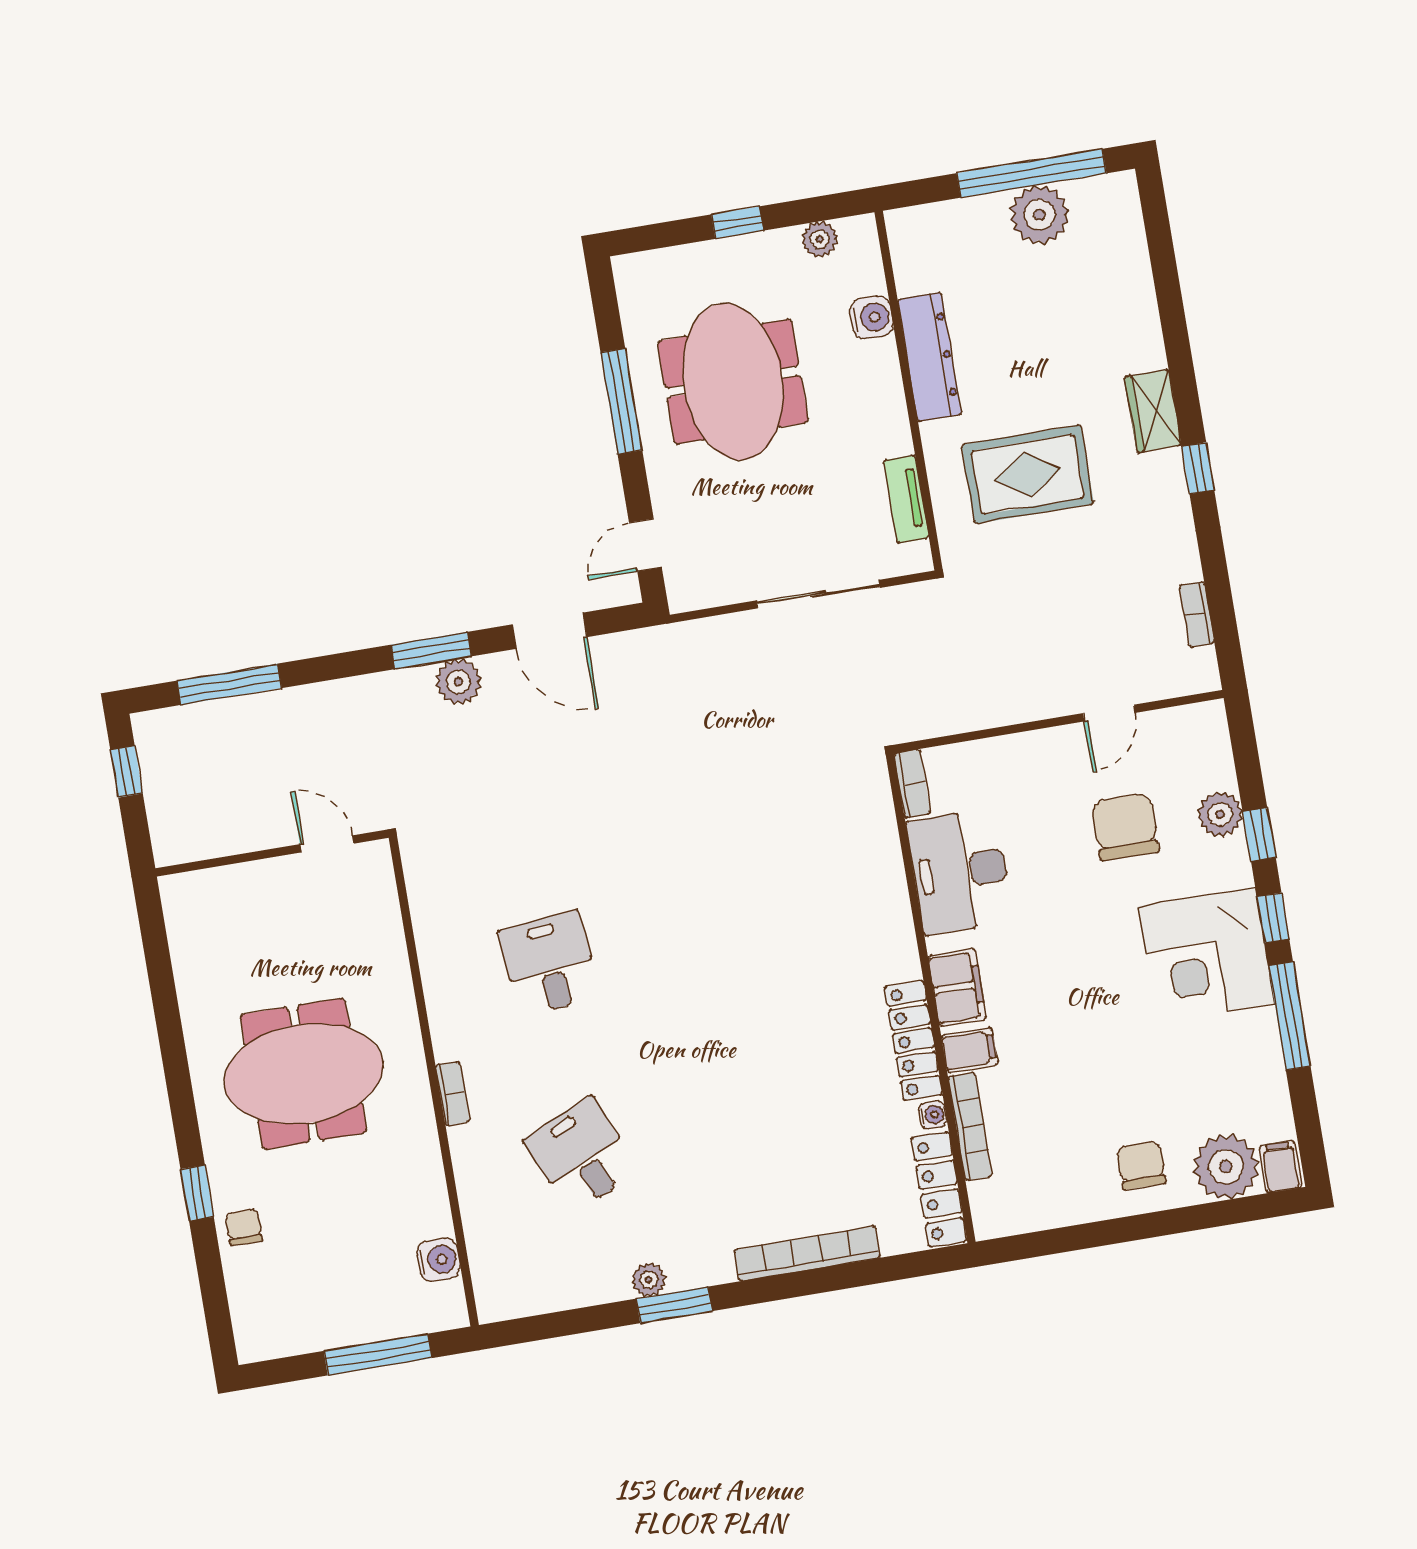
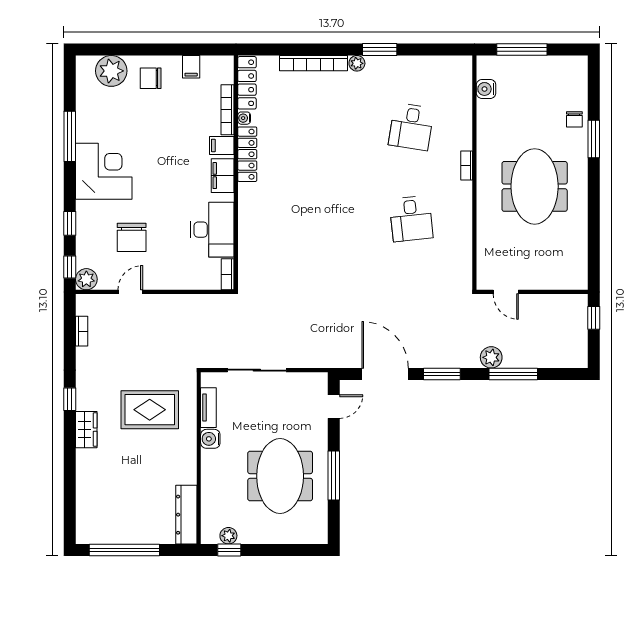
plant: (1039, 215) -> (124, 530), removed
window: (737, 223) -> (229, 550), moved
water cooler: (872, 318) -> (210, 439), moved
dresser: (930, 357) -> (186, 515), moved
door: (550, 631) -> (385, 374), width x1.36
plant: (458, 682) -> (491, 357), moved
window: (229, 684) -> (513, 374), moved
window: (127, 772) -> (594, 318), moved
plant: (1220, 814) -> (86, 279), moved
window: (1273, 918) -> (70, 267), moved
meeting table: (304, 1074) -> (535, 186), turned 90
desk: (582, 1155) -> (411, 127), turned 33
chair: (1141, 1165) -> (151, 78), turned 90
filing cabinet: (1281, 1167) -> (191, 67), moved
window: (197, 1193) -> (594, 139), width x1.50
plant: (649, 1280) -> (357, 63), moved

